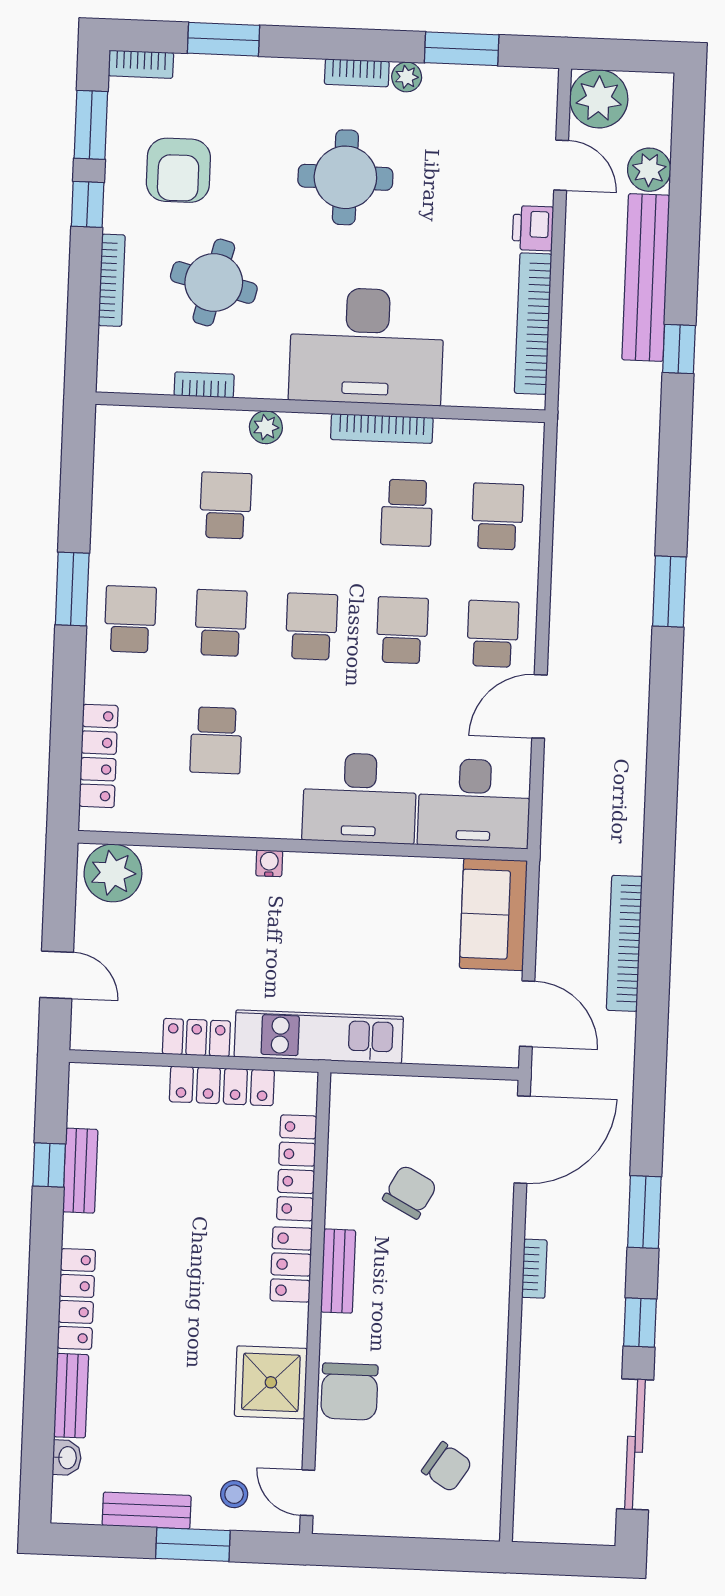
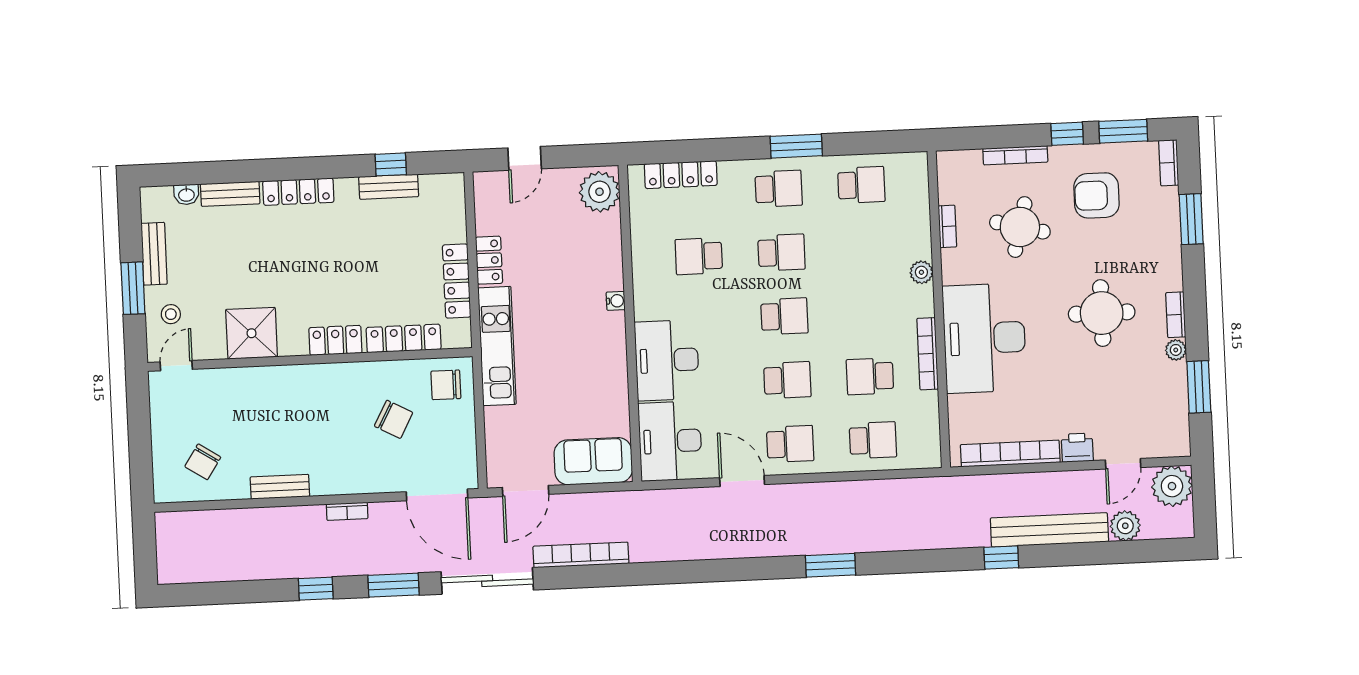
school desk: (226, 505) -> (861, 185), moved
bench: (338, 1271) -> (280, 487), moved
chair: (349, 1392) -> (446, 385), moved, width x0.73, depth x0.73
sliding door: (635, 1444) -> (487, 581), moved

